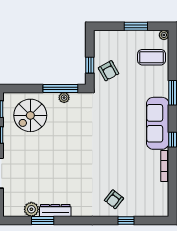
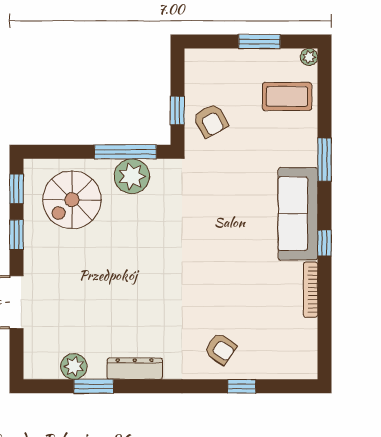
plant: (64, 98) -> (132, 176), width x1.88, depth x1.88
armchair: (114, 199) -> (220, 349), turned -93
dresser: (55, 211) -> (135, 369), moved

